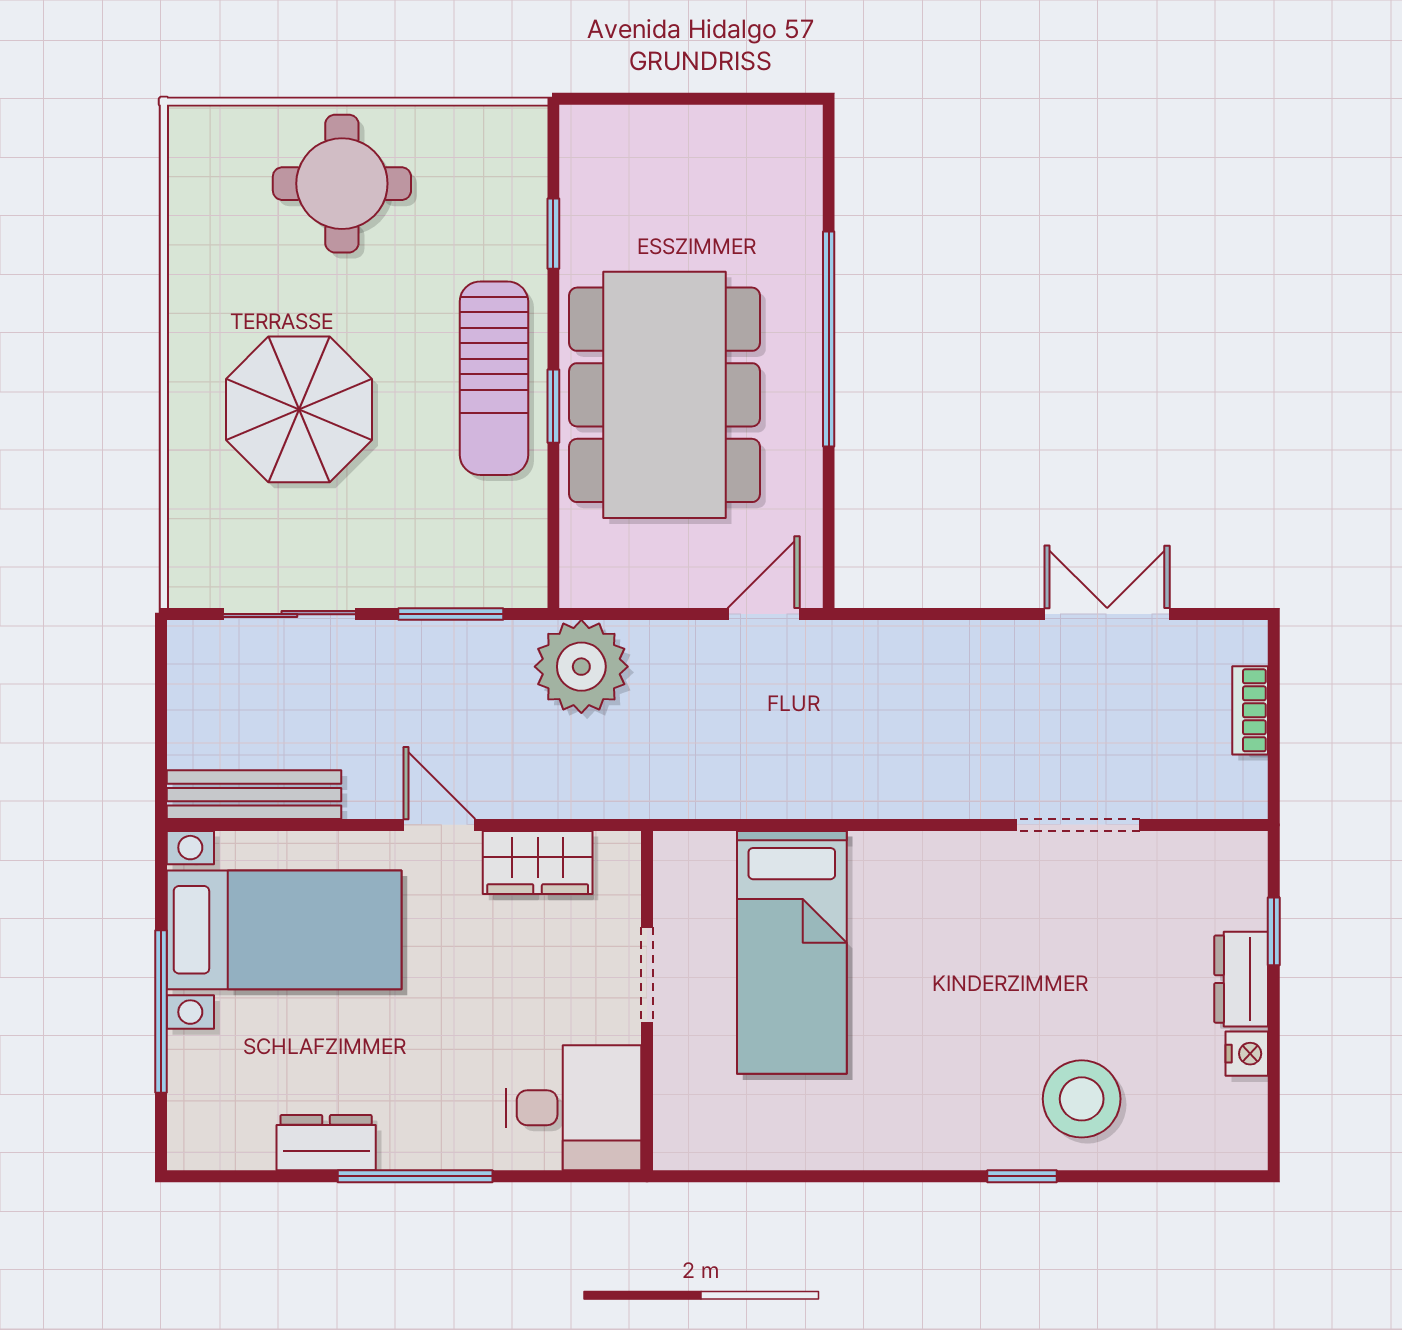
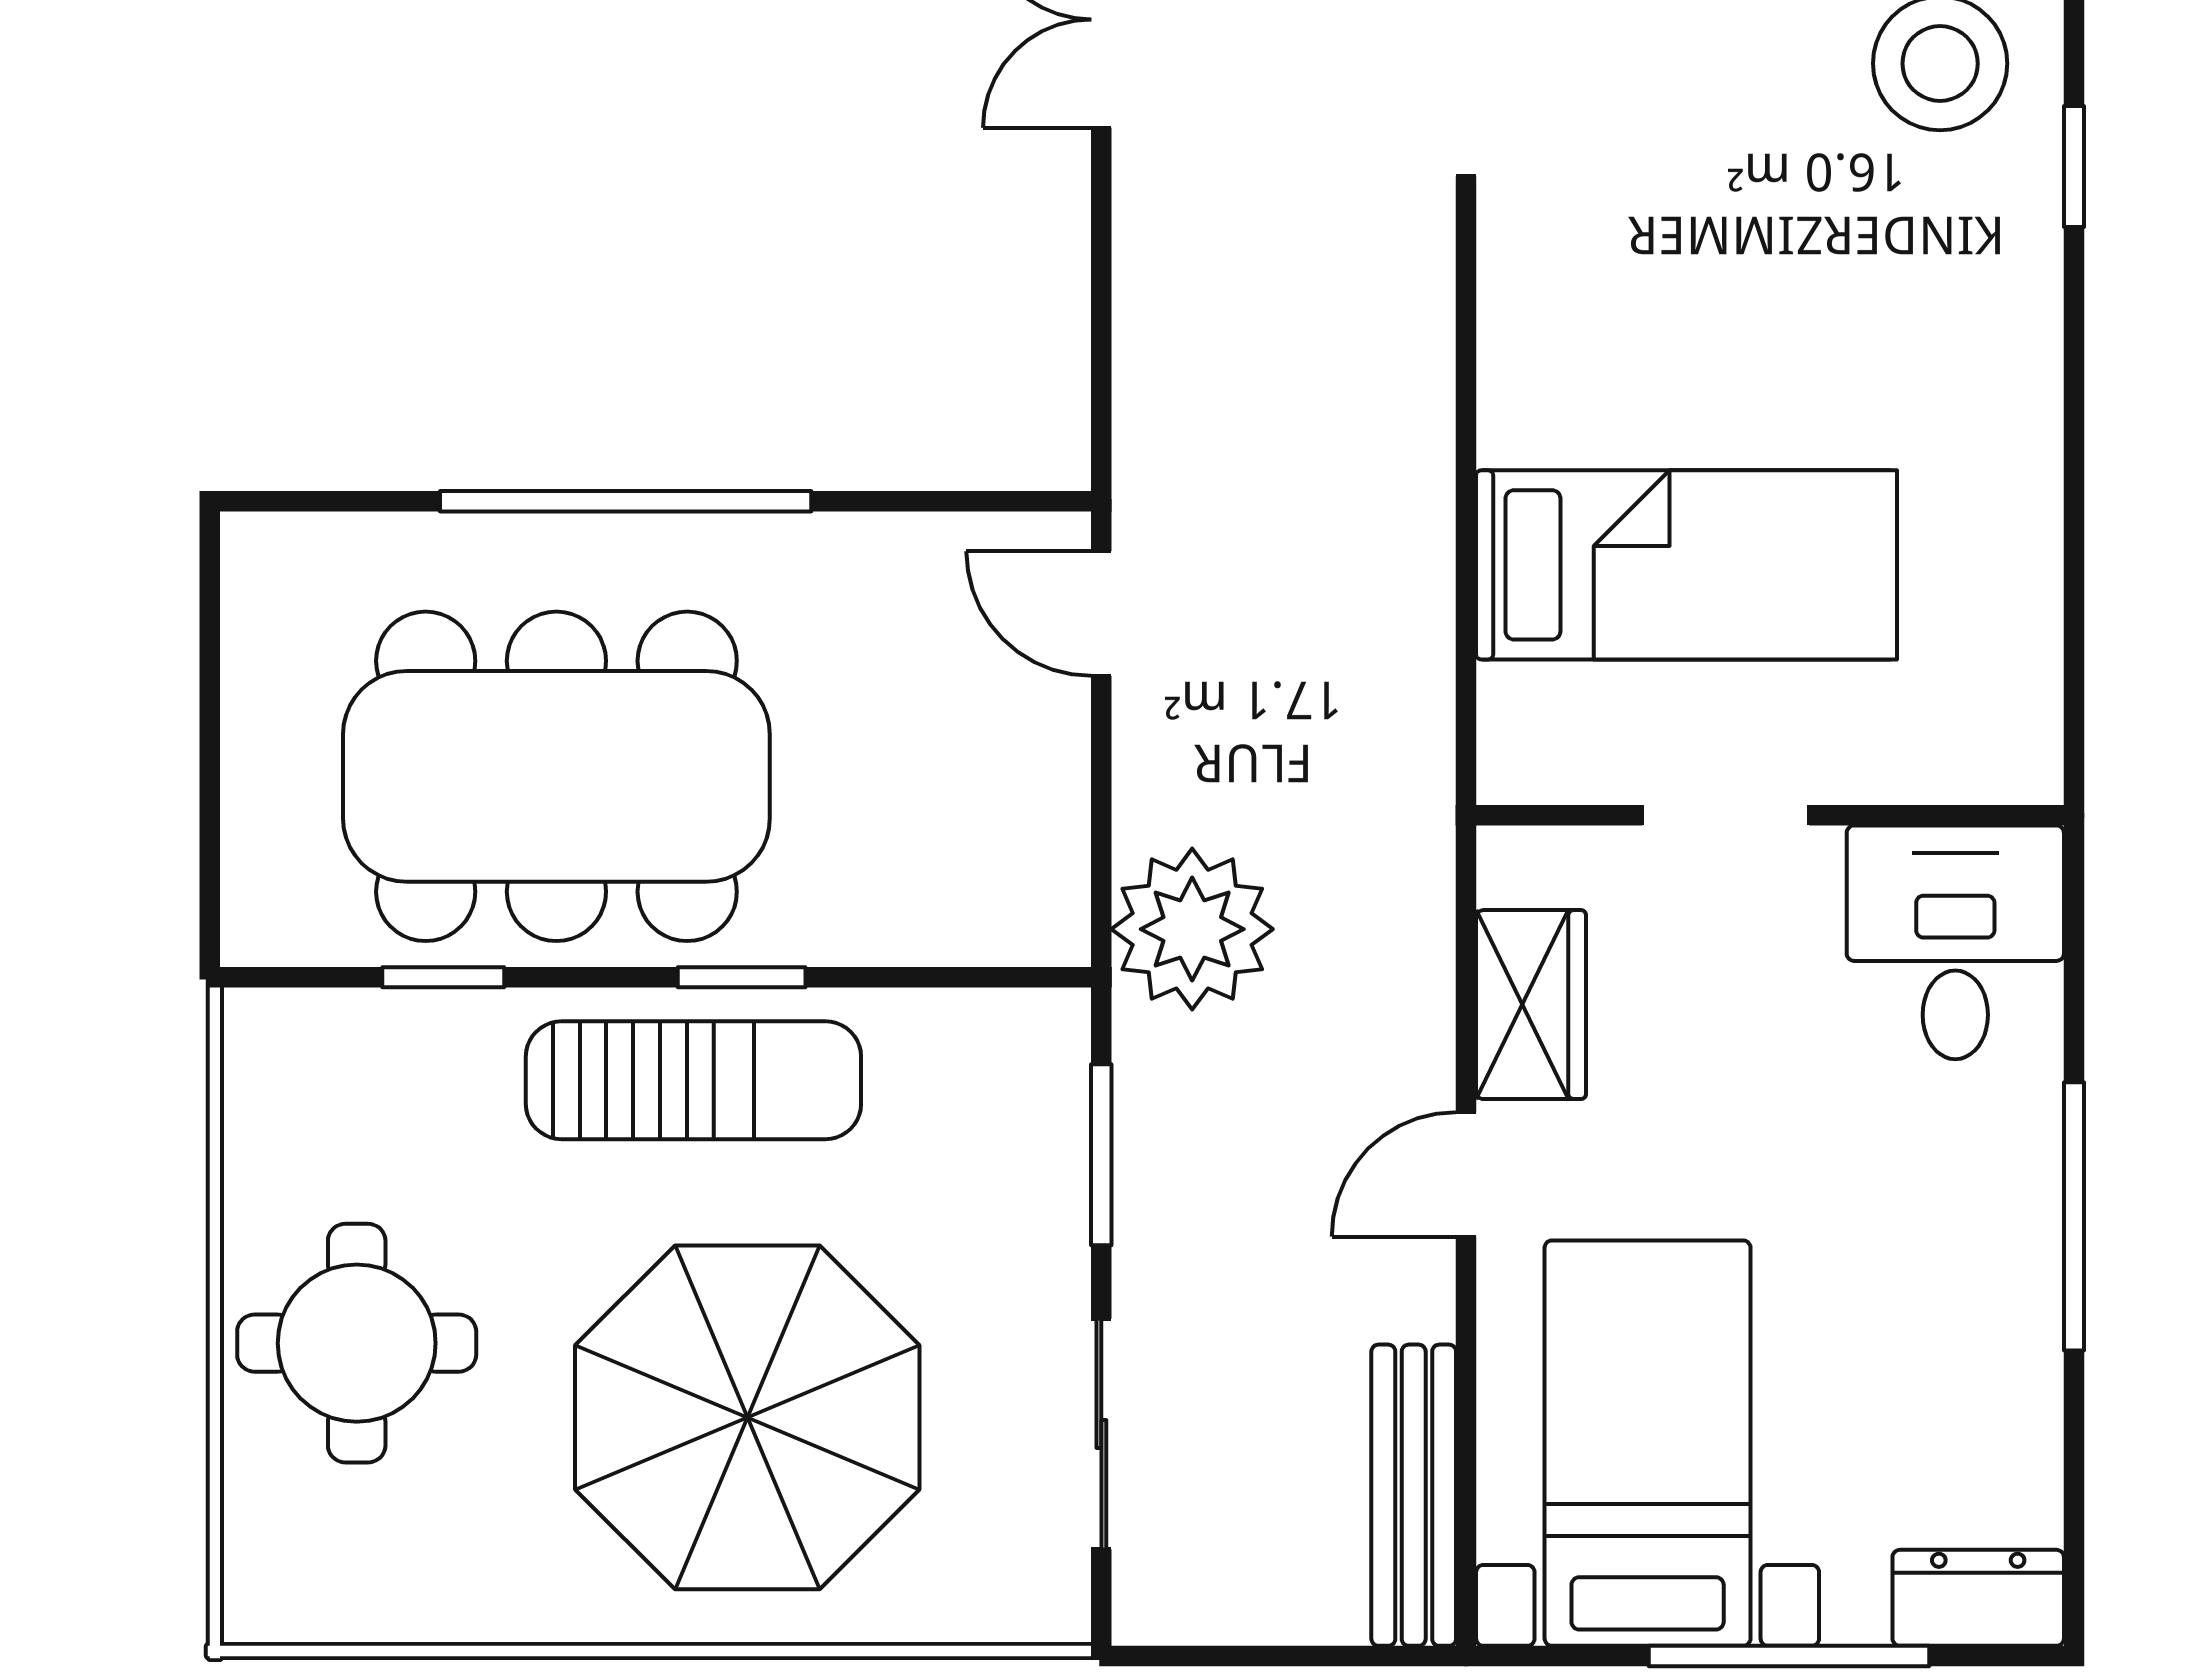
dining table: (665, 395) -> (556, 776), moved
parasol: (299, 409) -> (747, 1417), width x1.36, depth x1.36
dresser: (326, 1143) -> (1978, 1598), moved, turned 90

